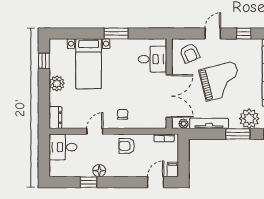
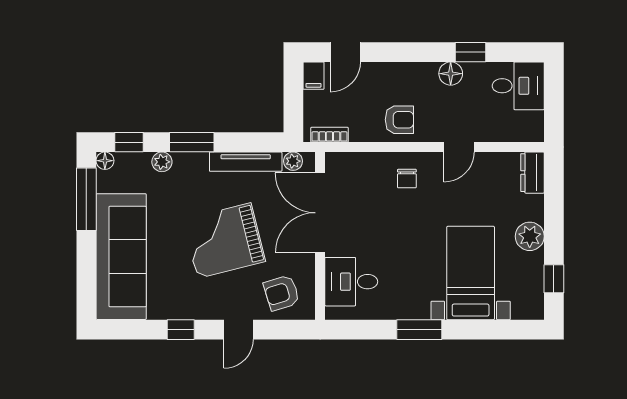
armchair: (190, 53) -> (282, 293), turned -84
plant: (249, 119) -> (162, 162), width x0.53, depth x0.53
desk: (63, 147) -> (518, 86), moved

